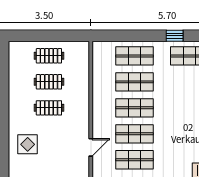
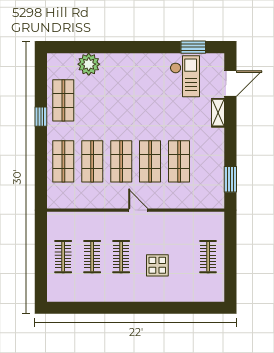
display table: (28, 144) -> (157, 265), moved
door: (91, 147) -> (138, 210), moved

